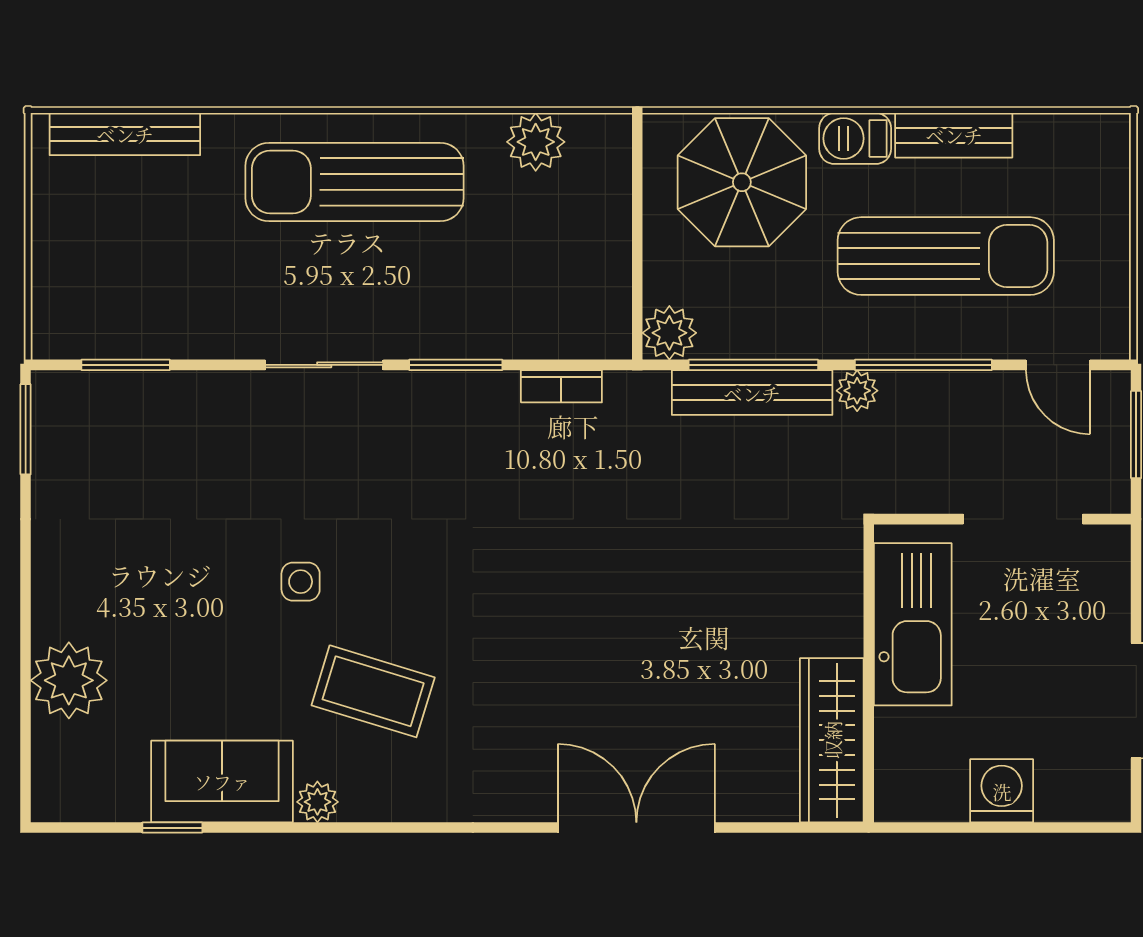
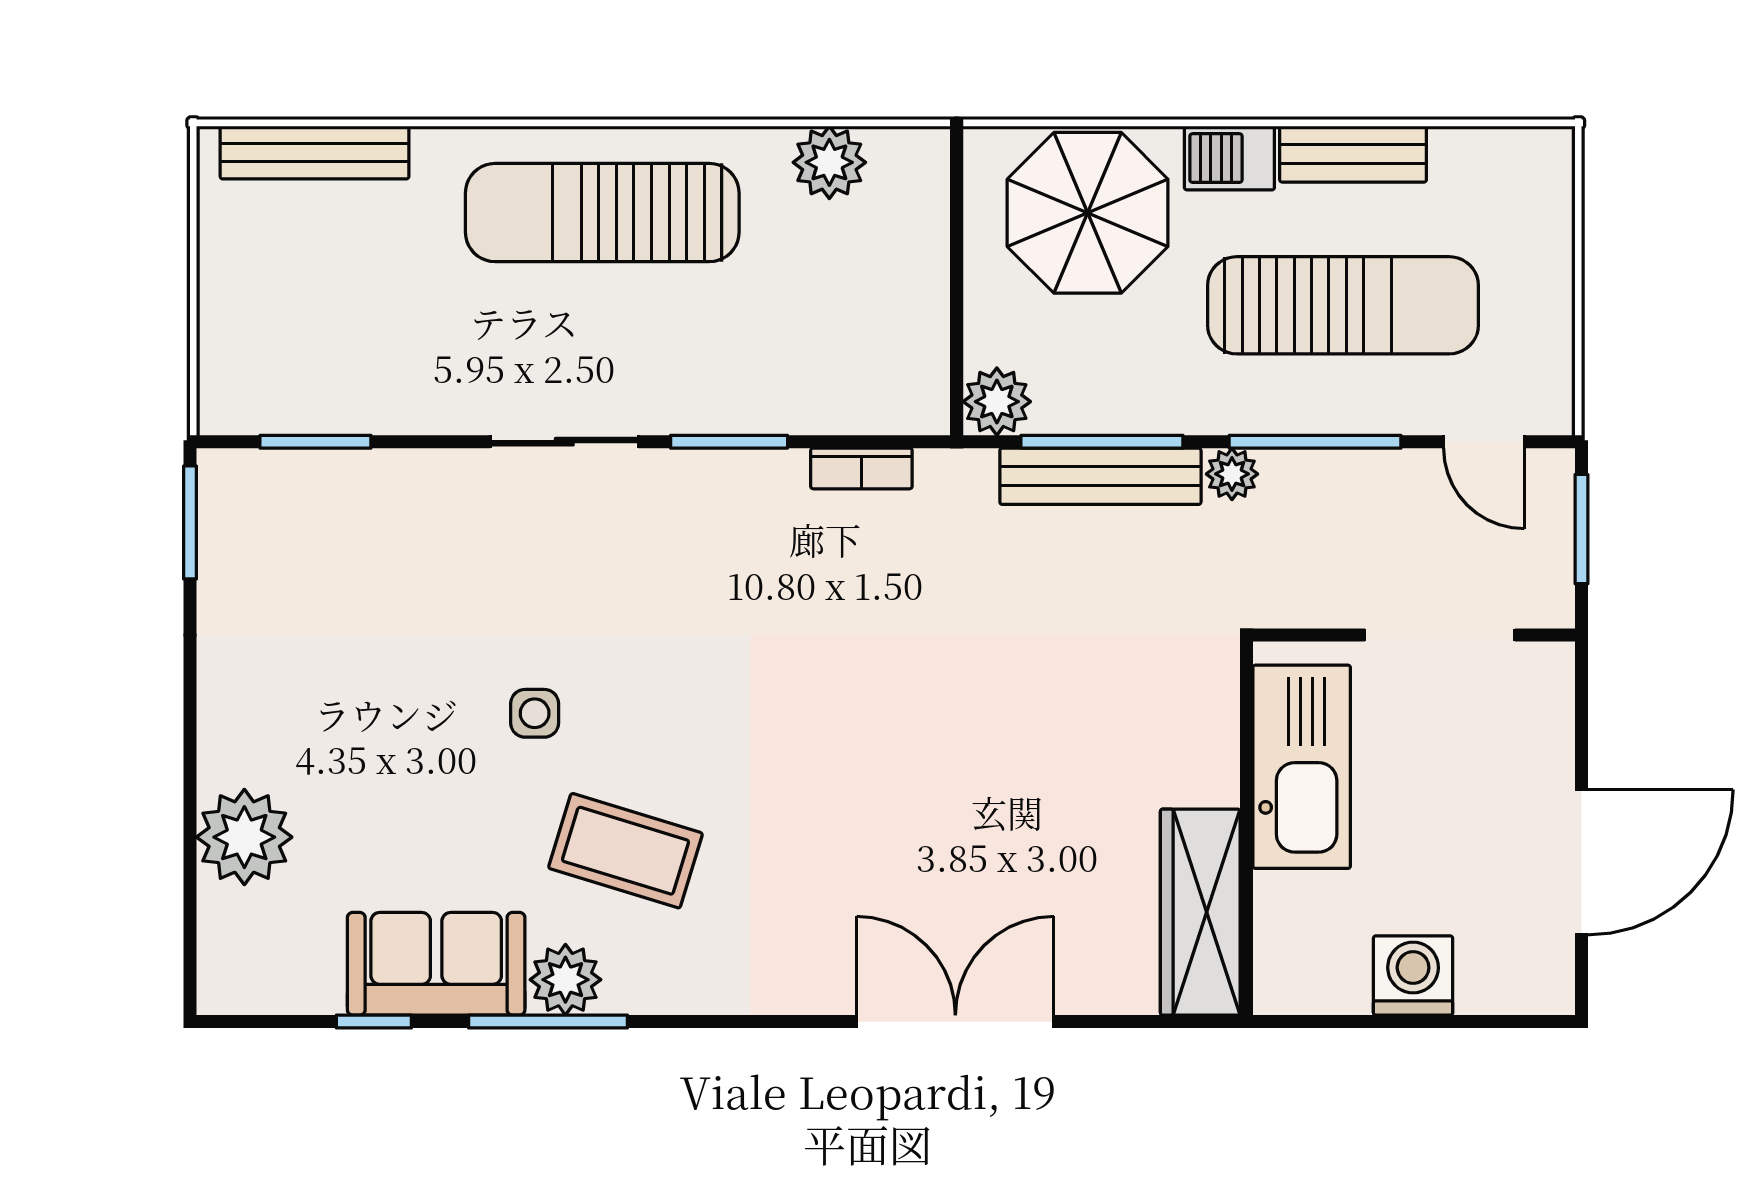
plant: (317, 802) -> (565, 980), width x1.38, depth x1.38
window: (311, 828) -> (548, 1022), added

